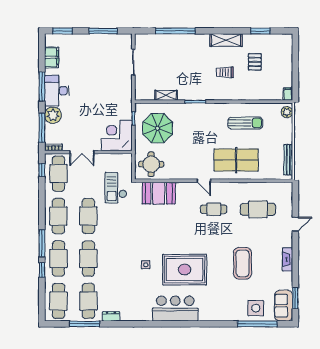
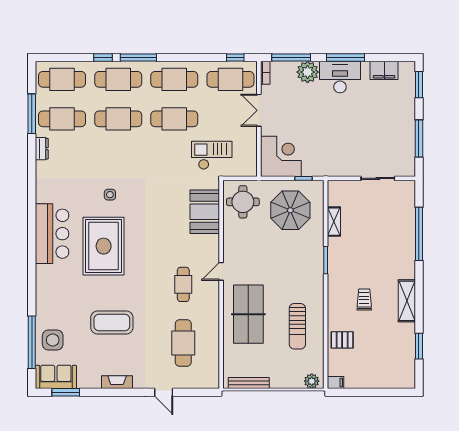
pallet: (255, 62) -> (342, 340), moved

